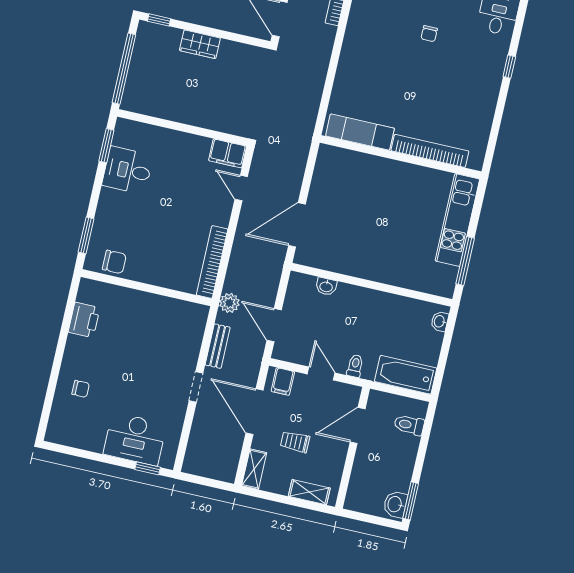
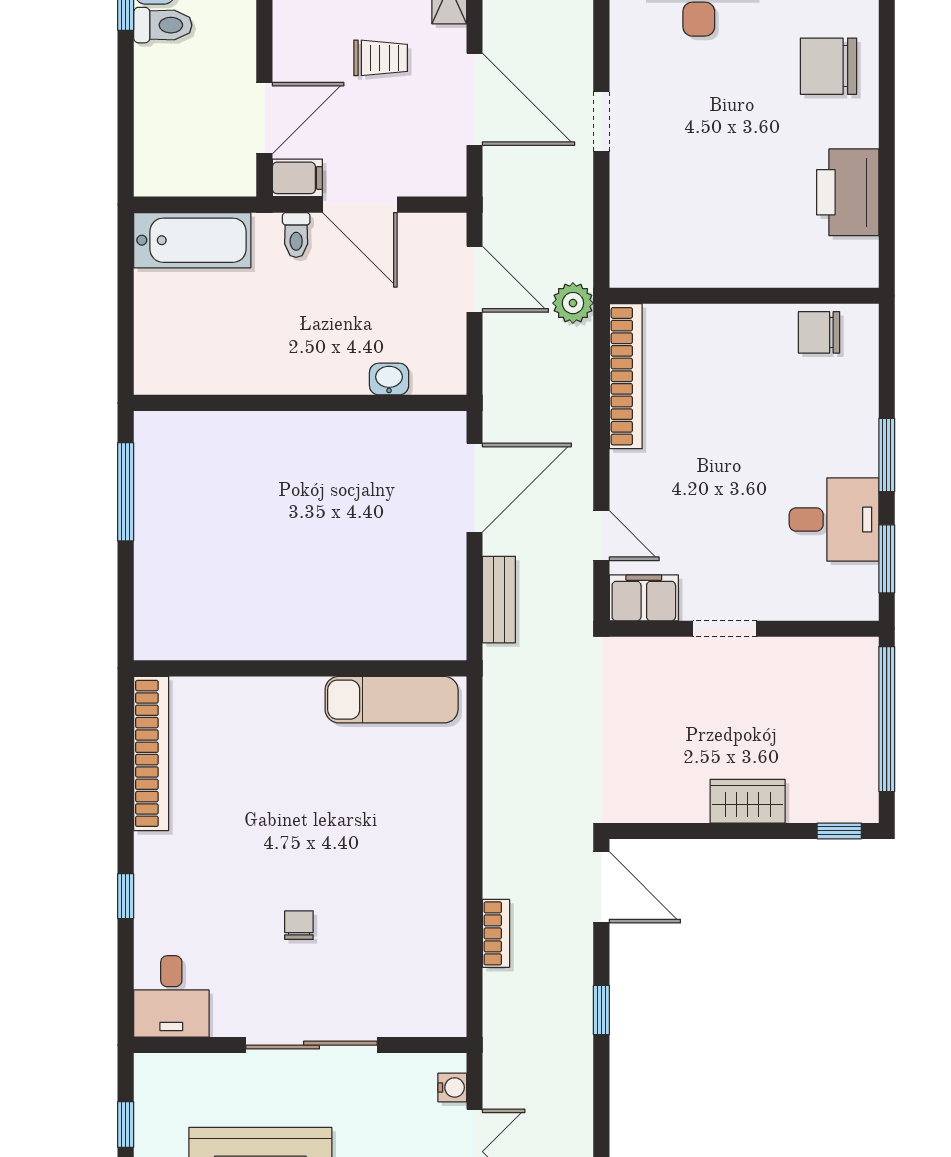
doorway: (192, 130) -> (725, 629), added
bookcase: (430, 151) -> (151, 753), moved, turned -90
kitchen unit: (457, 220) -> (159, 569), removed
window: (86, 235) -> (887, 455), moved
printer: (84, 320) -> (848, 192), width x1.37, depth x1.19
washbasin: (440, 321) -> (149, 361), removed
bench: (218, 346) -> (499, 600), moved
door: (321, 374) -> (360, 205), width x1.38
filing cabinet: (283, 381) -> (297, 178), moved, turned 90
chair: (81, 389) -> (828, 66), width x1.87, depth x1.87
toilet: (409, 425) -> (163, 25), moved

